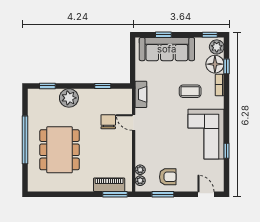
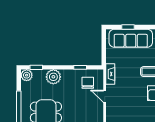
plant: (35, 96) -> (27, 75), added
chair: (108, 122) -> (88, 83), moved

